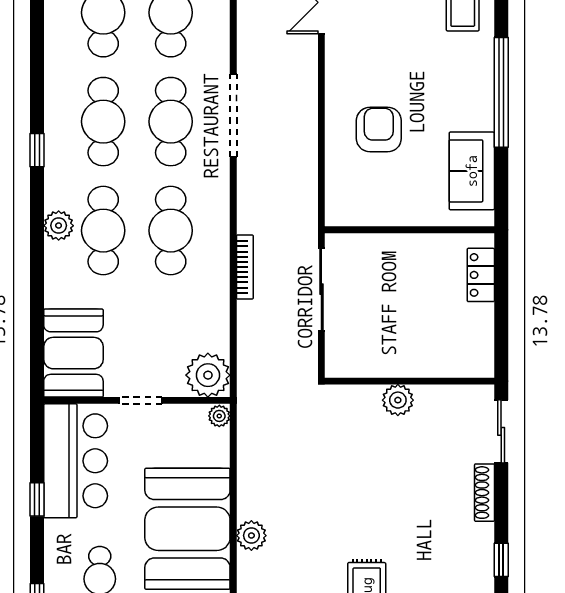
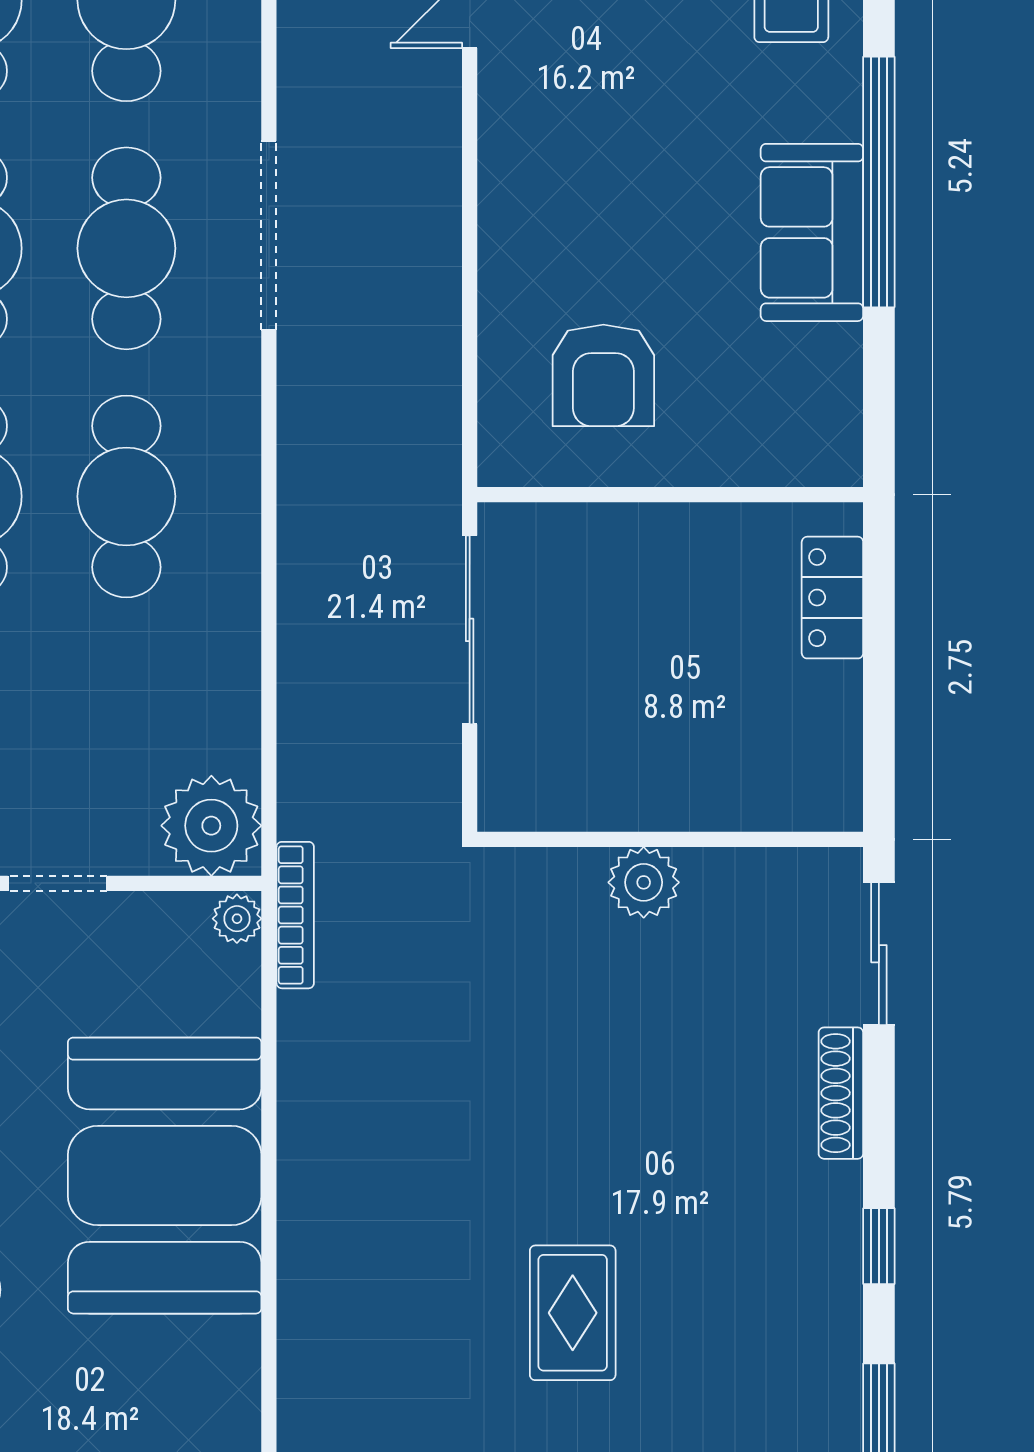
armchair: (379, 130) -> (603, 375), moved, turned 180
sofa: (472, 171) -> (812, 232), moved
bookcase: (245, 267) -> (295, 915), moved
plant: (251, 536) -> (310, 1191), removed

